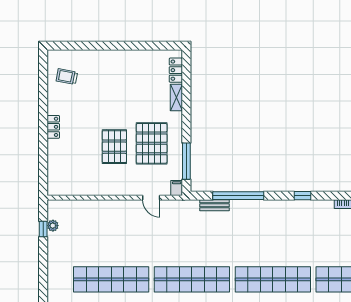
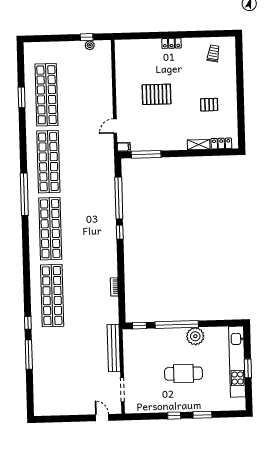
pallet: (152, 143) -> (209, 105), moved, width x0.49, depth x0.50
window: (303, 196) -> (120, 232), moved
bench: (215, 205) -> (110, 179), removed

